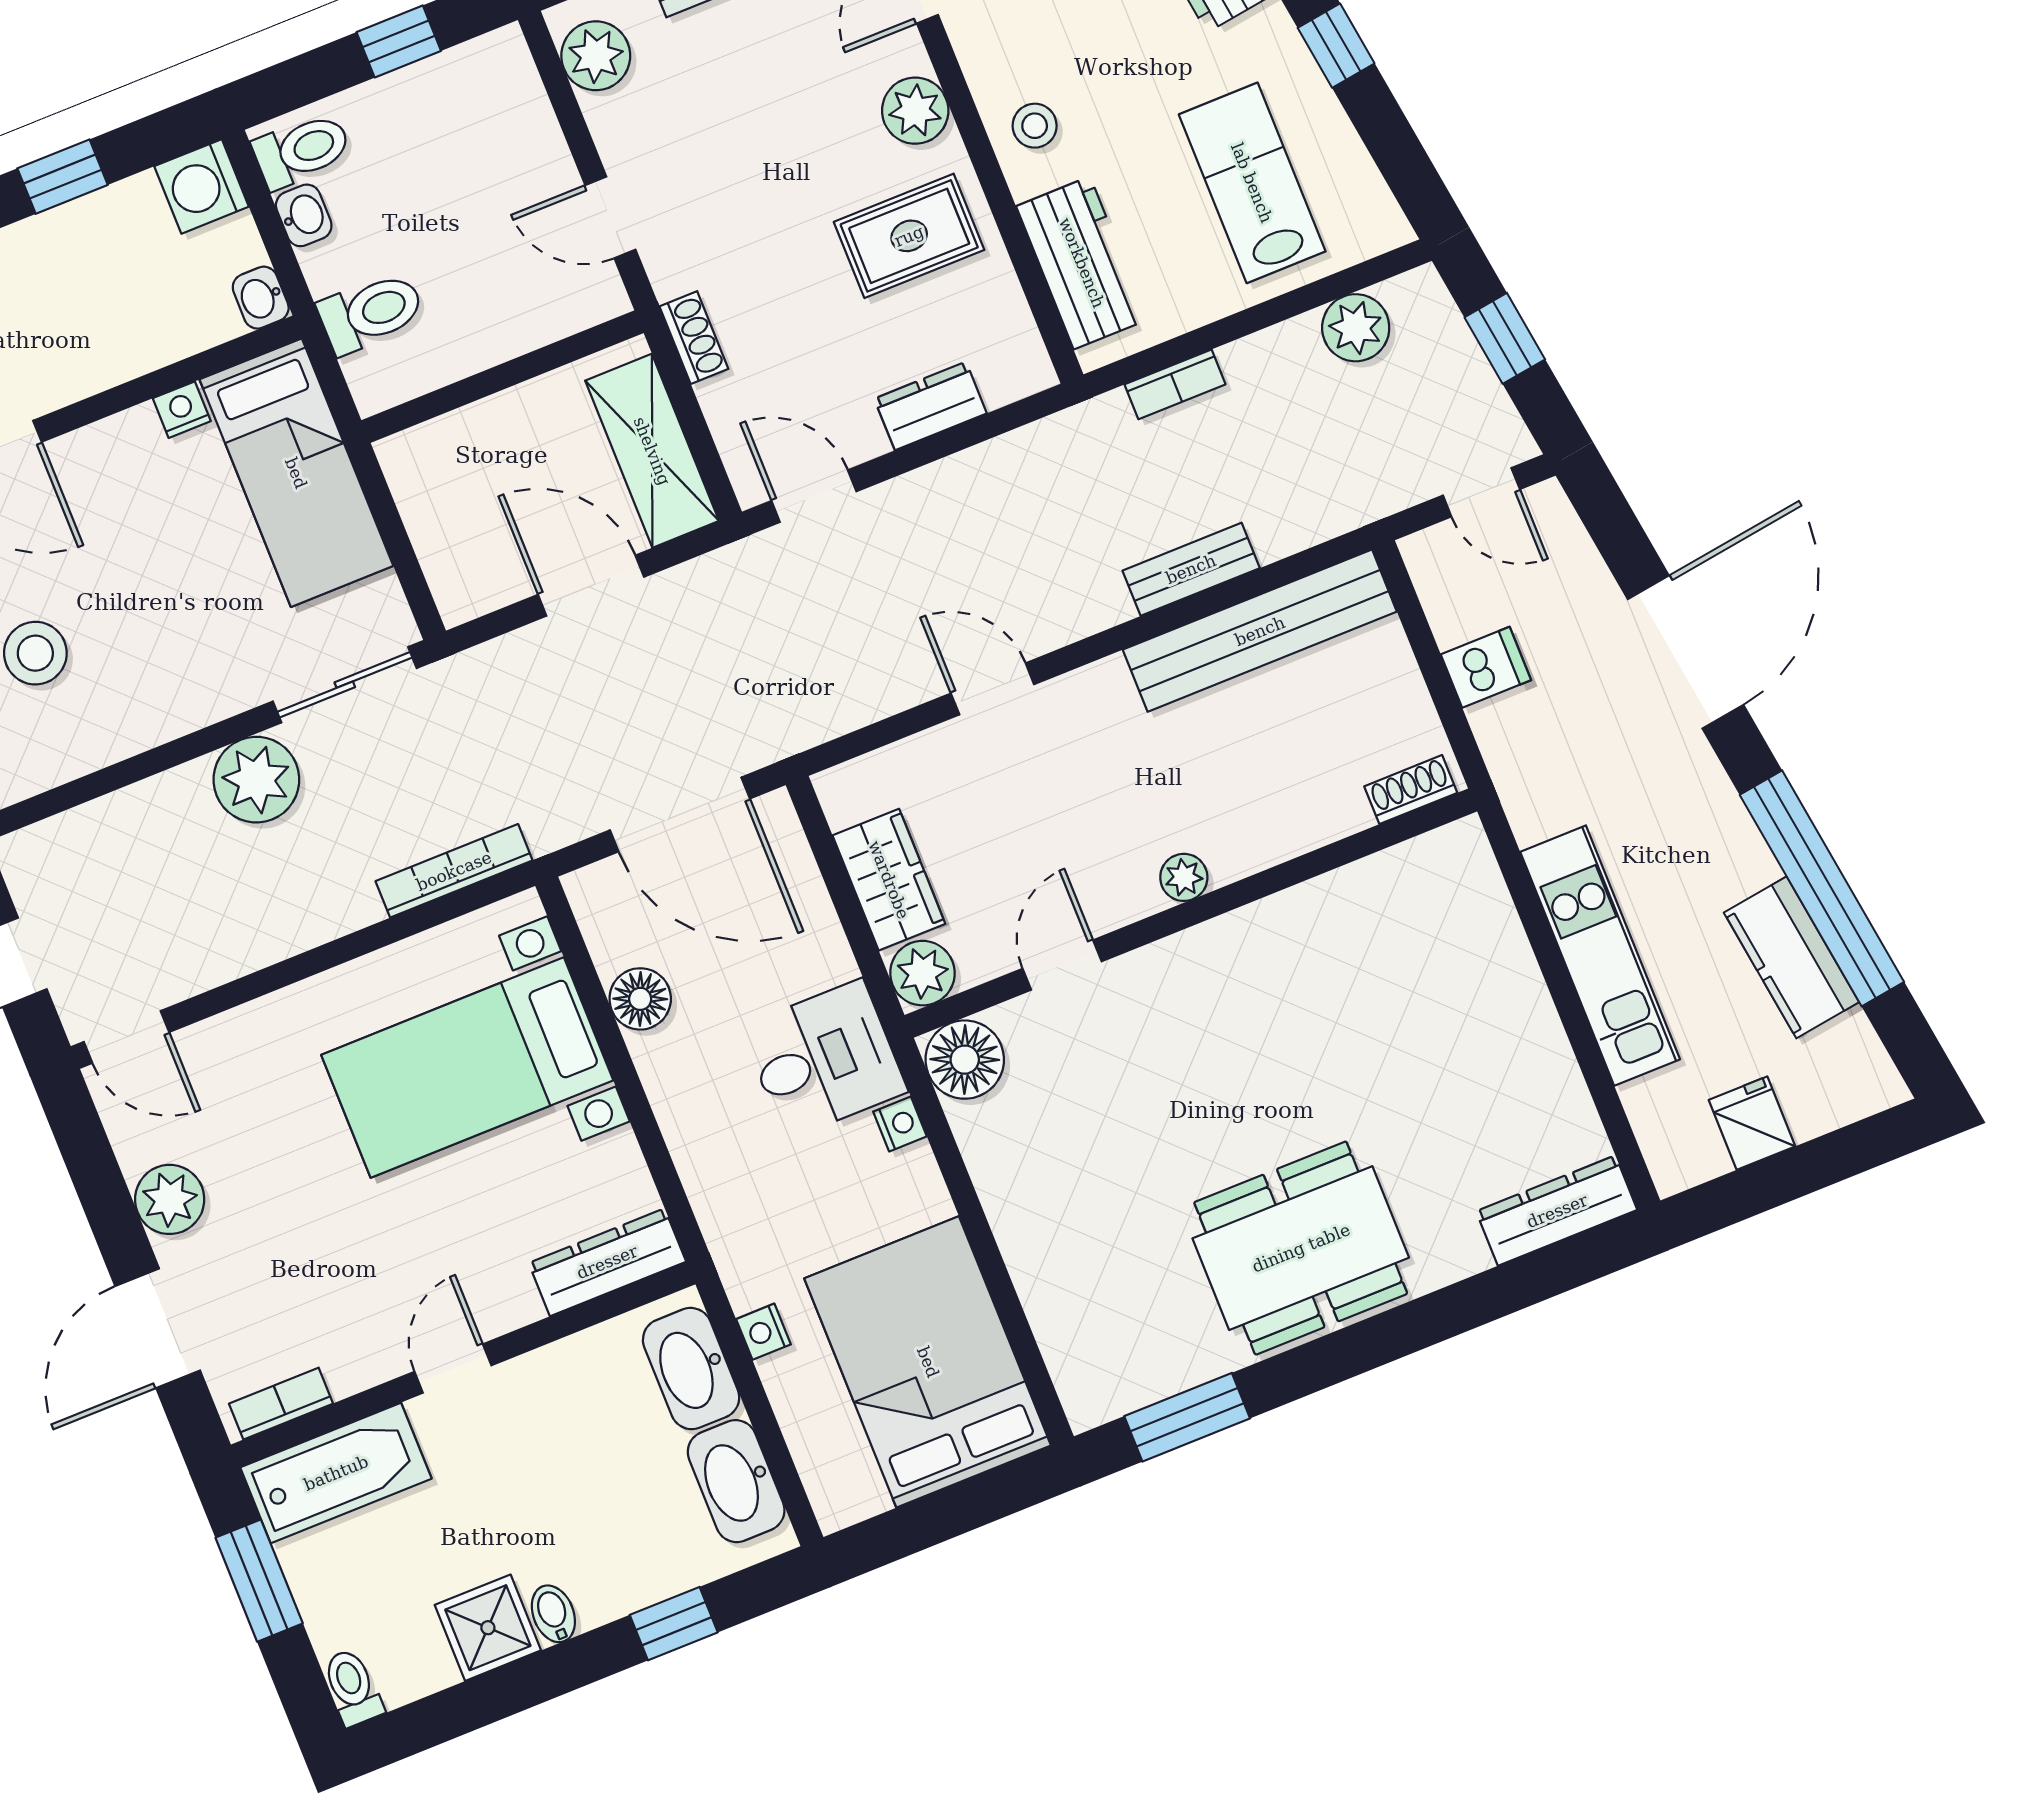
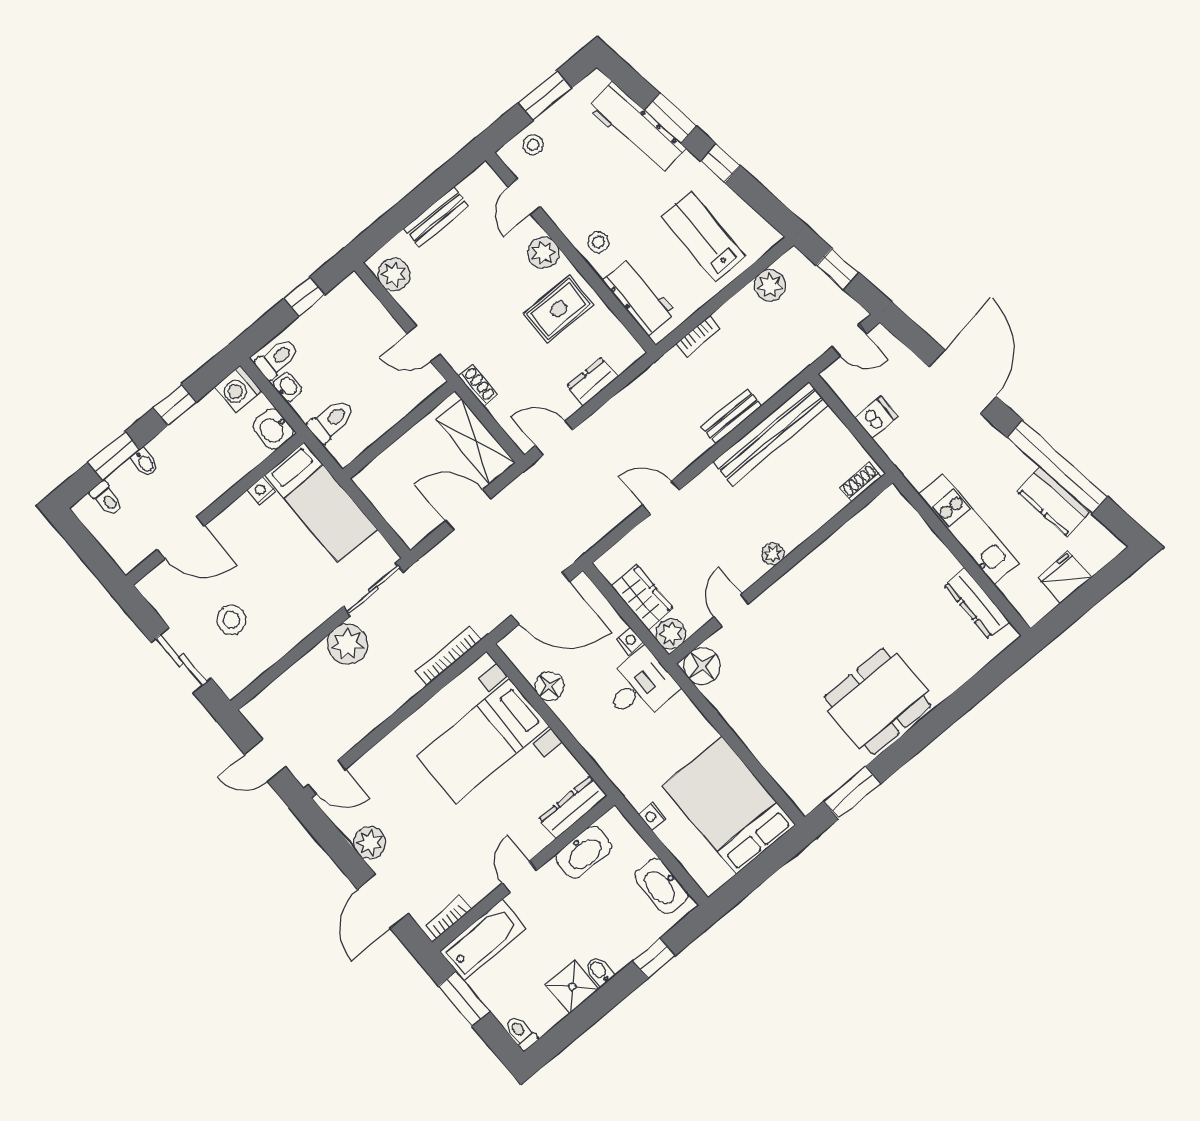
washbasin: (261, 298) -> (273, 429), width x1.38, depth x1.45
fridge: (1752, 1123) -> (1064, 577), width x1.38
nightstand: (900, 1124) -> (630, 641), moved
dresser: (1557, 1211) -> (977, 603), moved, turned -90
washbasin: (691, 1369) -> (584, 852), moved, turned -90

